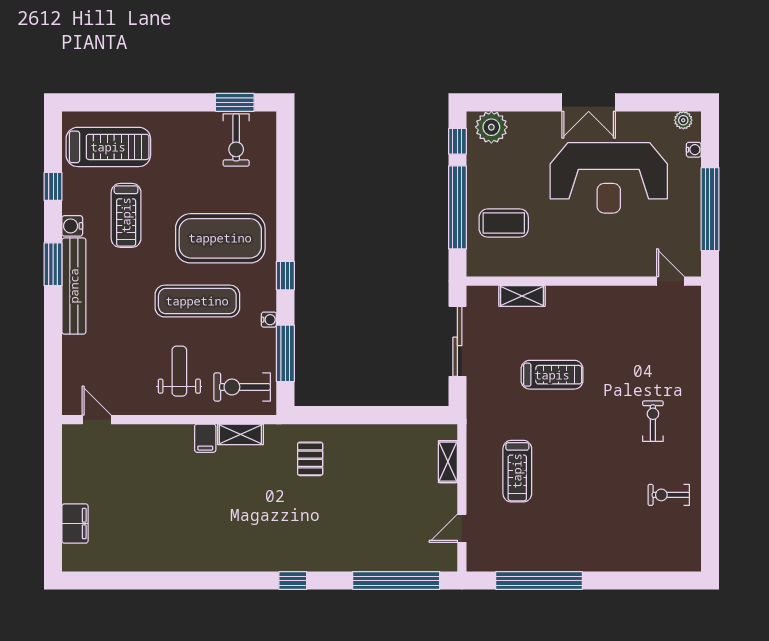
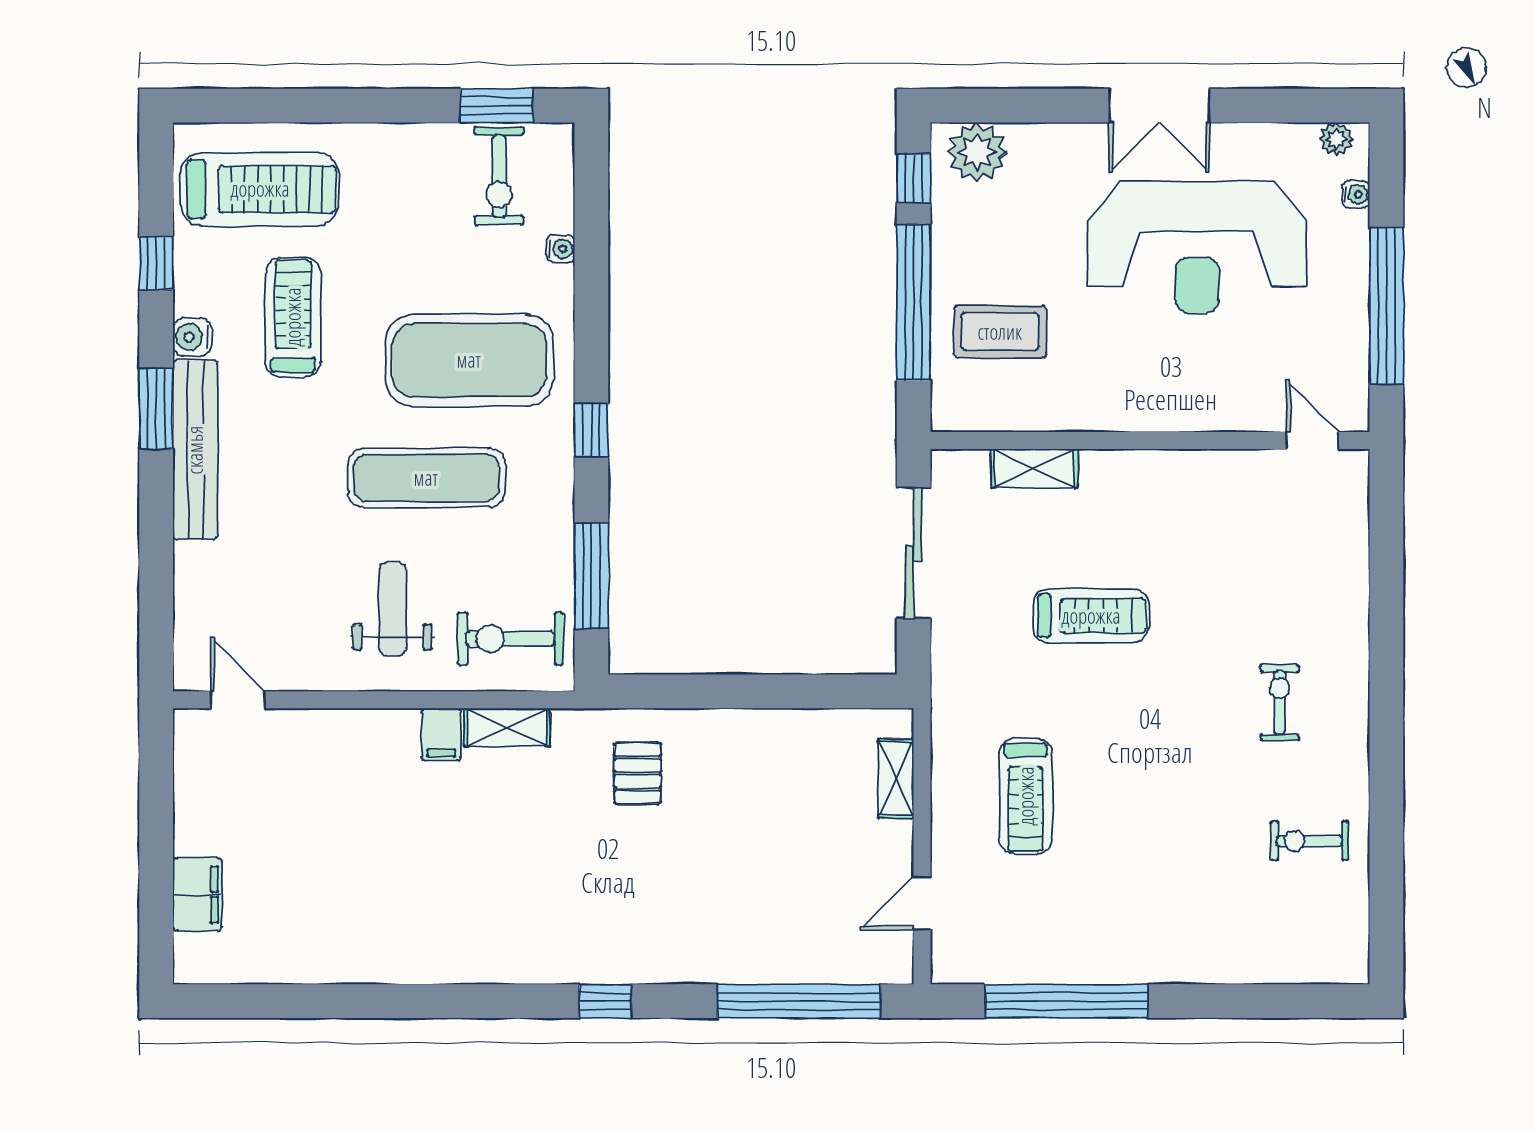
treadmill: (126, 215) -> (293, 317), turned 180
water cooler: (269, 320) -> (560, 249), moved

